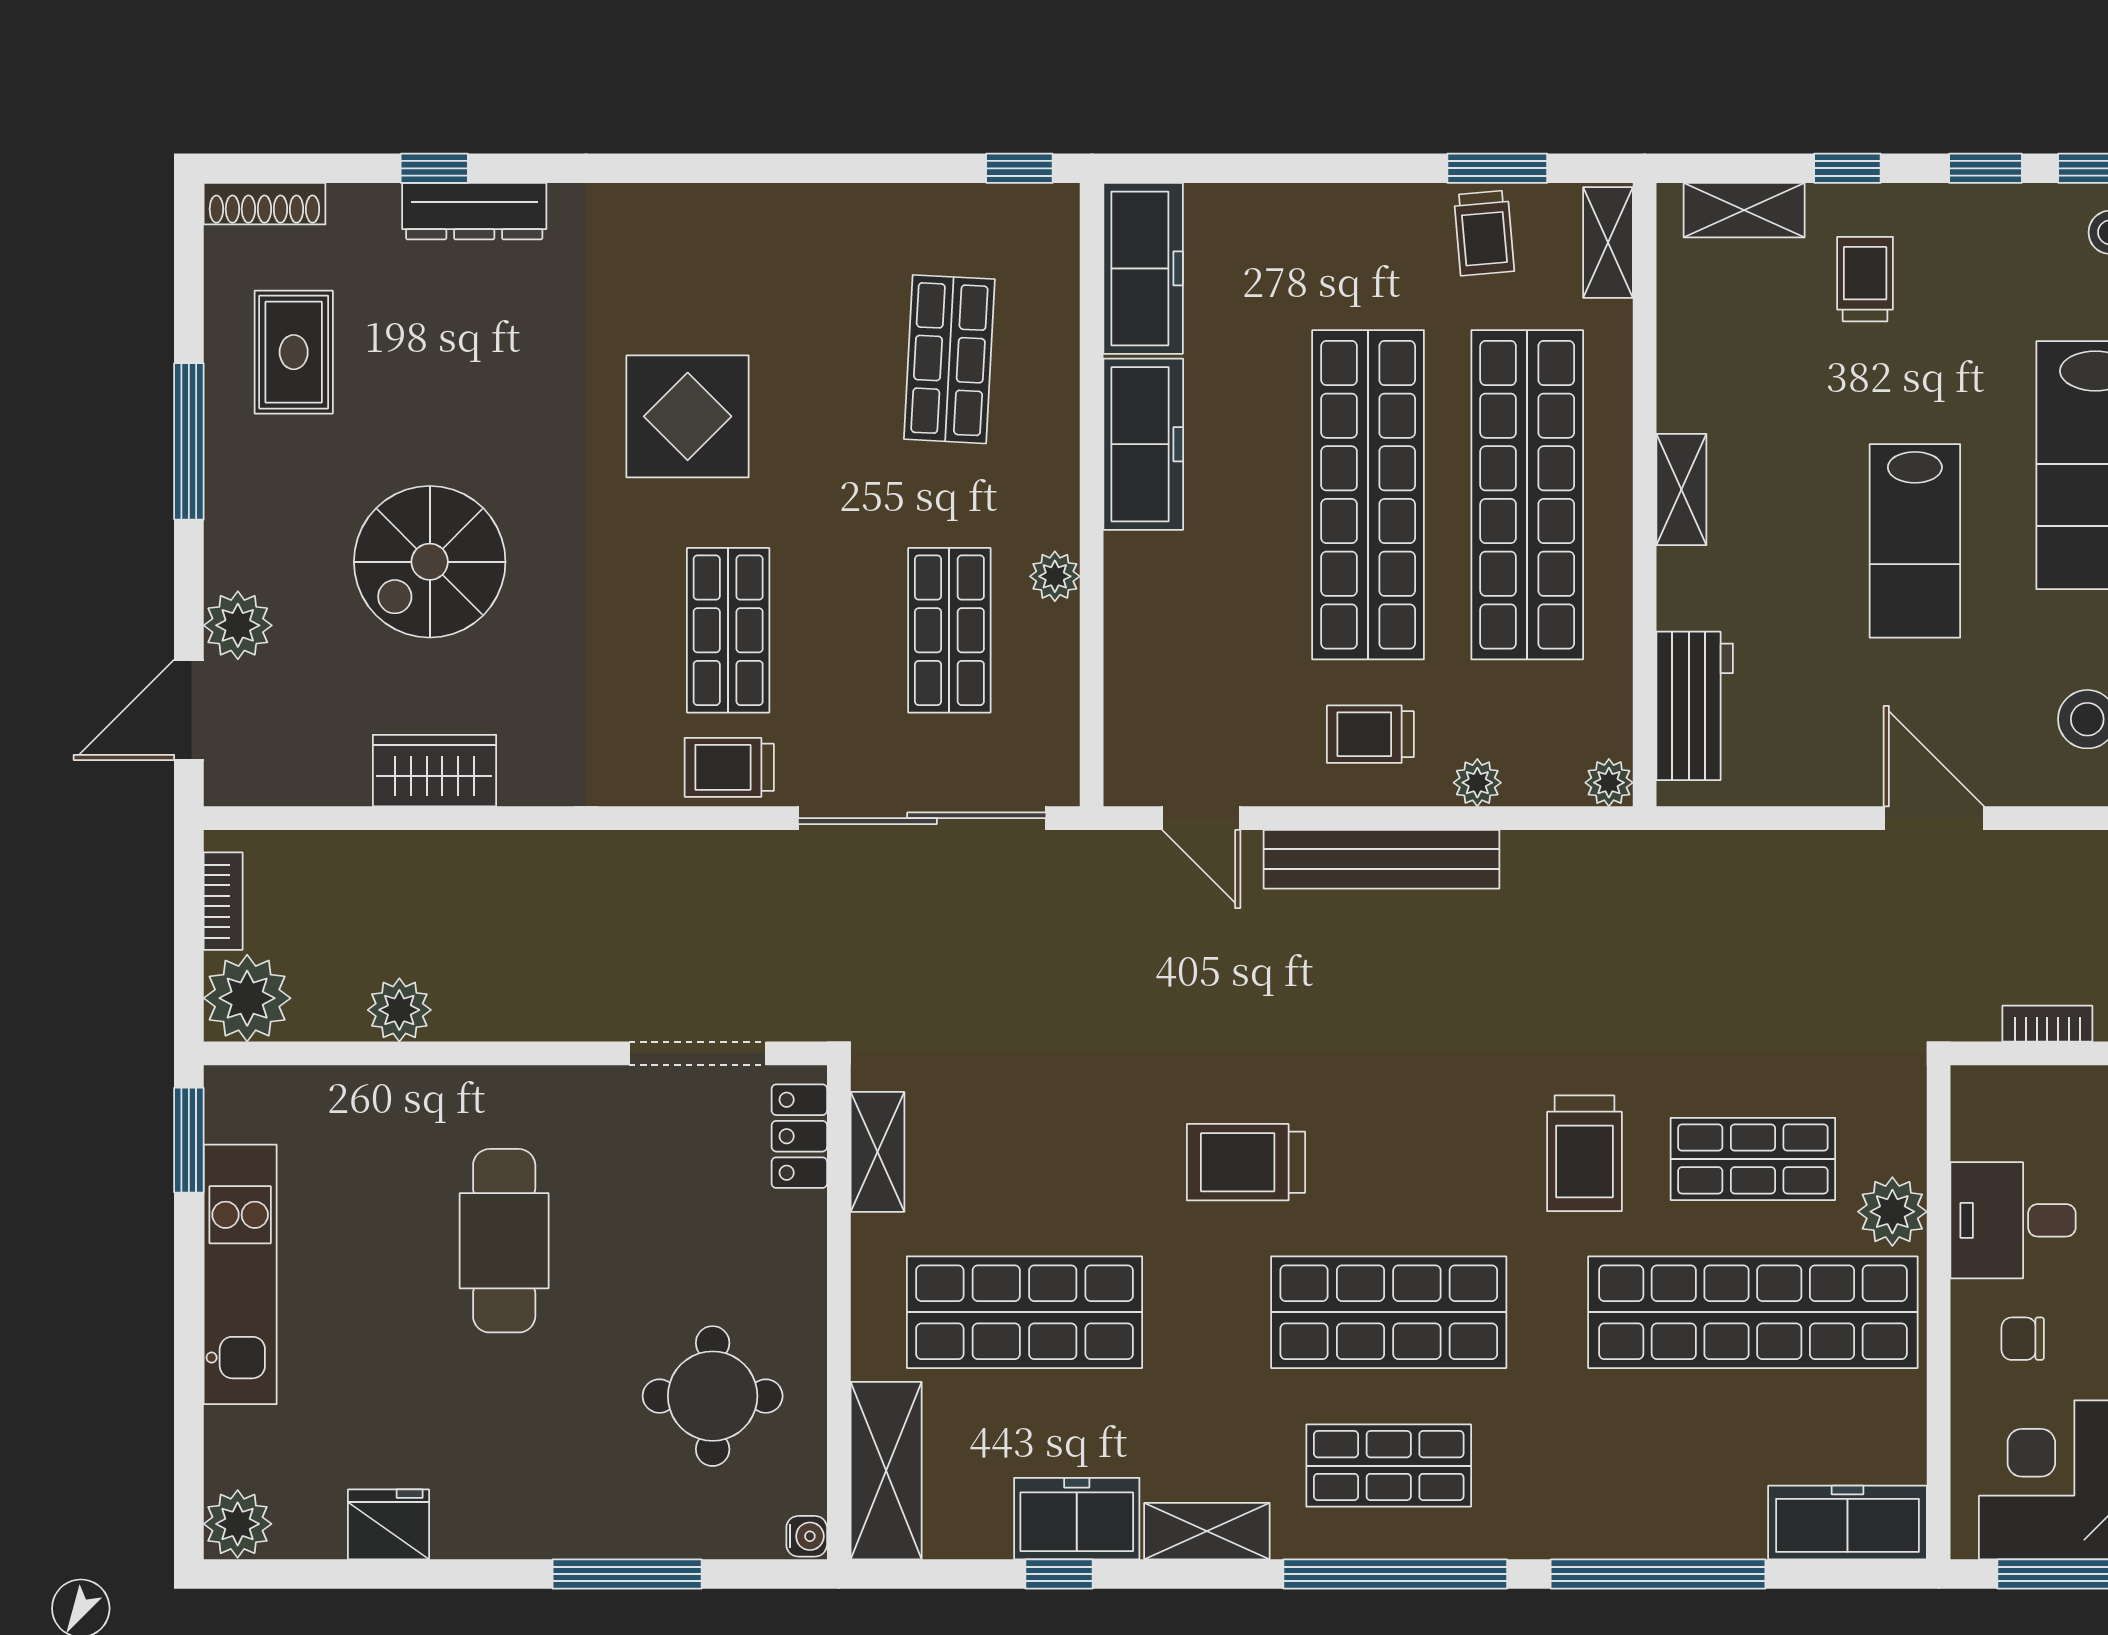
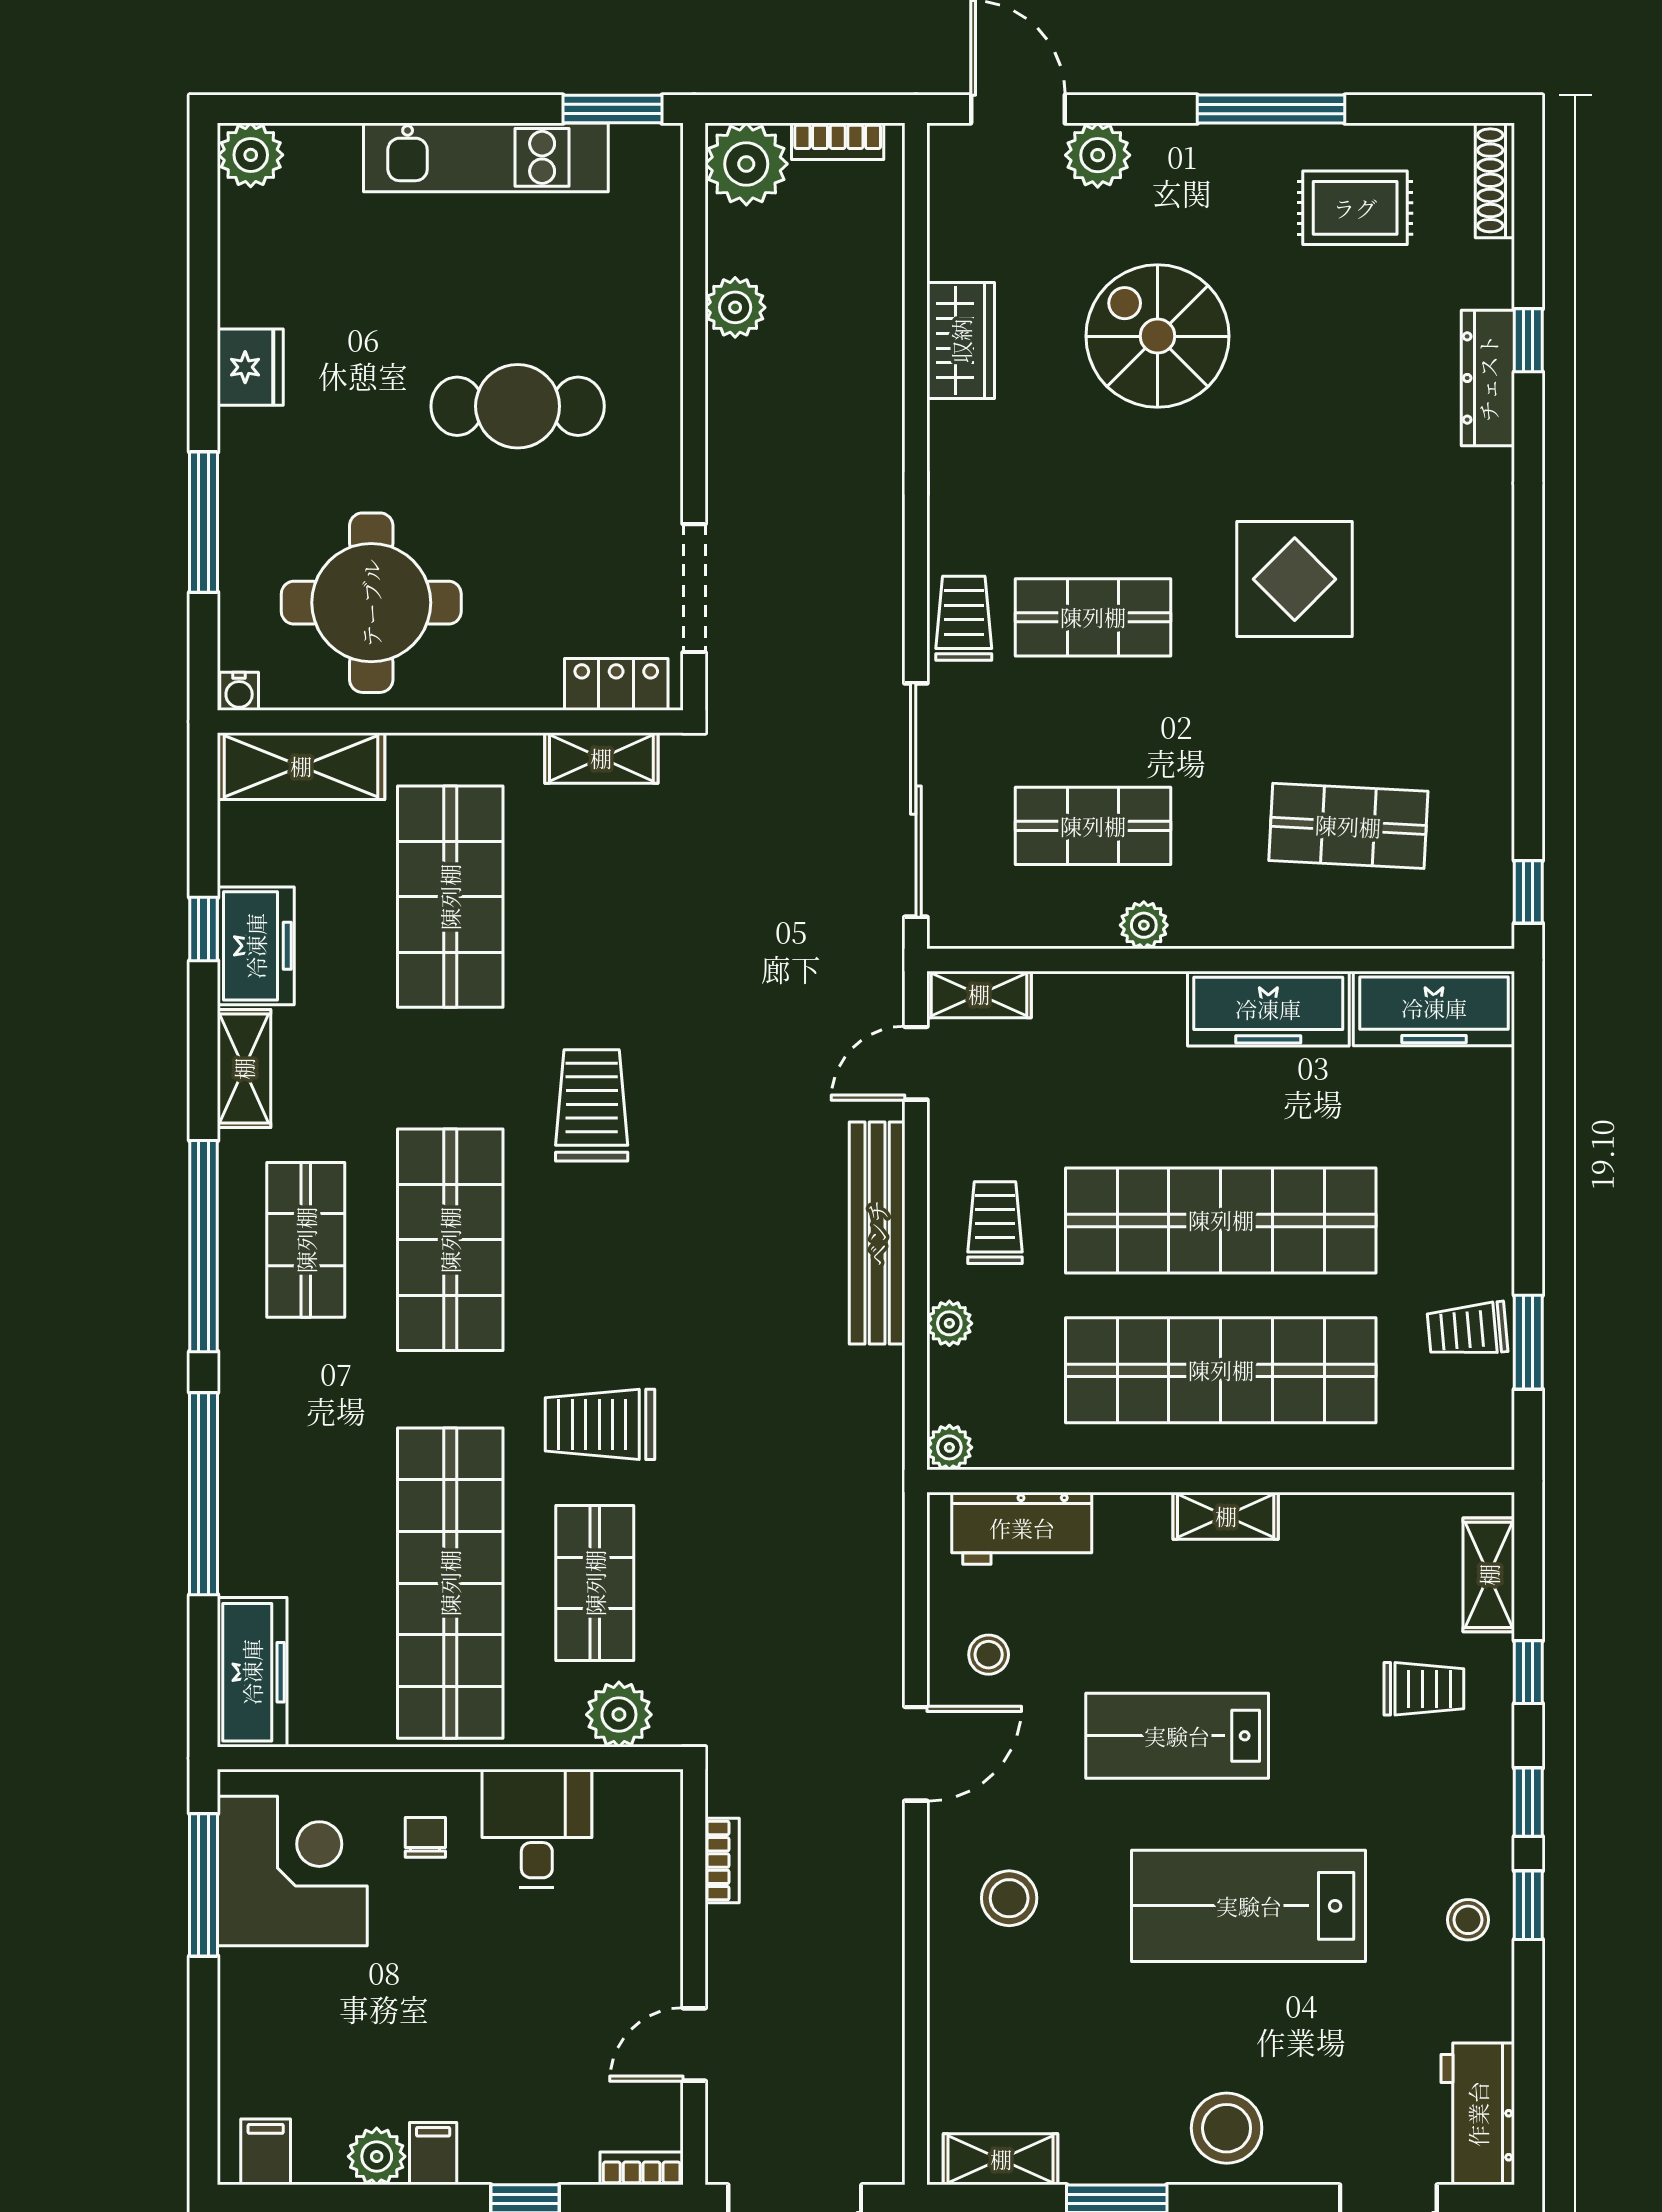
shelving: (1608, 243) -> (979, 994), moved
stool: (1829, 741) -> (989, 1655), added
plant: (1892, 1212) -> (619, 1715), moved
round table: (713, 1396) -> (371, 603), width x1.36, depth x1.36
fridge: (389, 1524) -> (250, 367), moved

